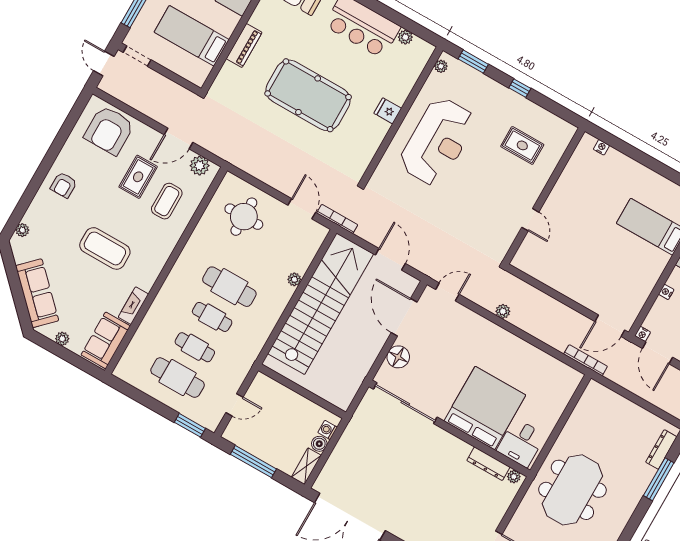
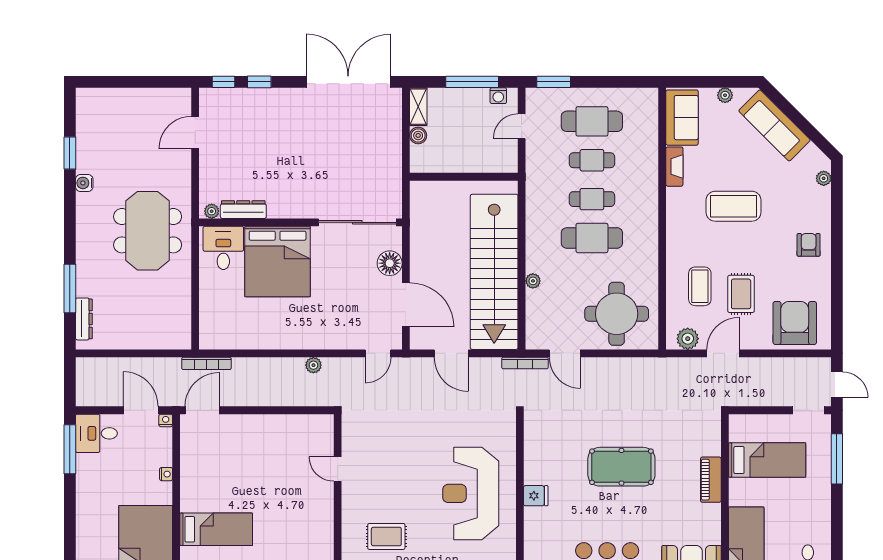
pool table: (308, 95) -> (621, 467), width x0.73, depth x0.76
round table: (244, 217) -> (617, 314), width x1.36, depth x1.36
washing machine: (328, 430) -> (498, 96), moved, turned 90

